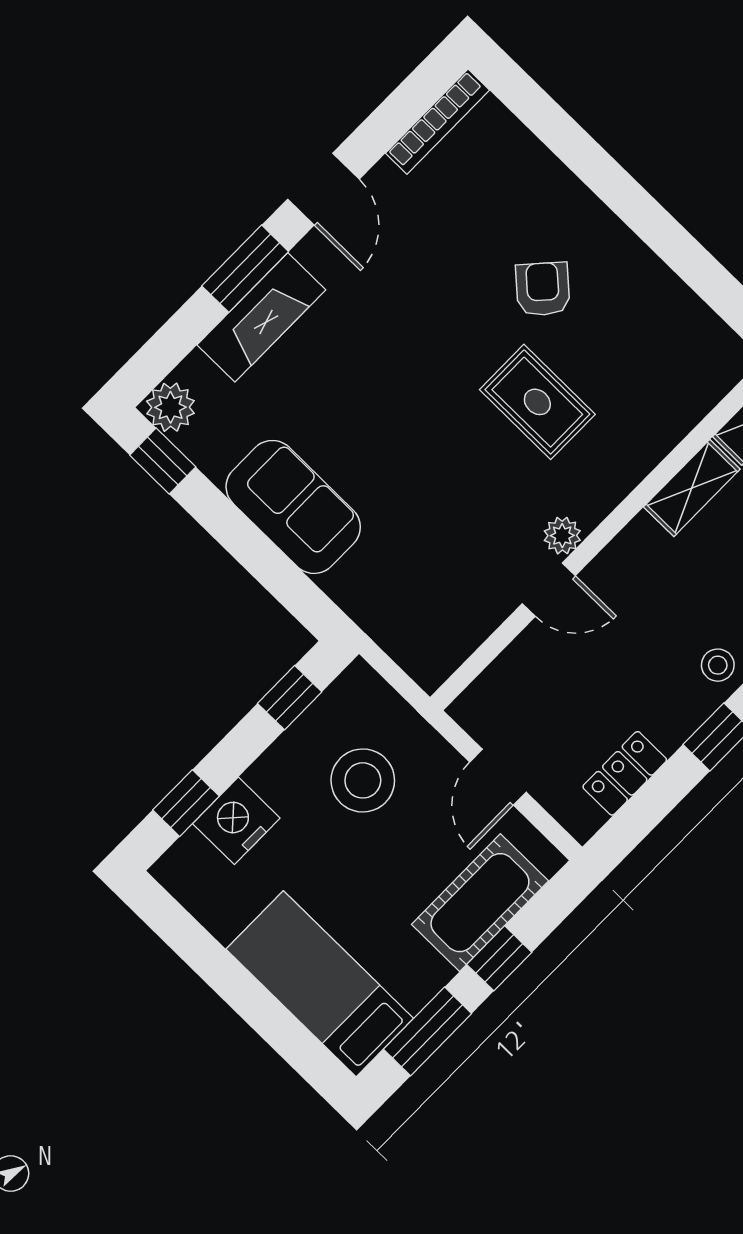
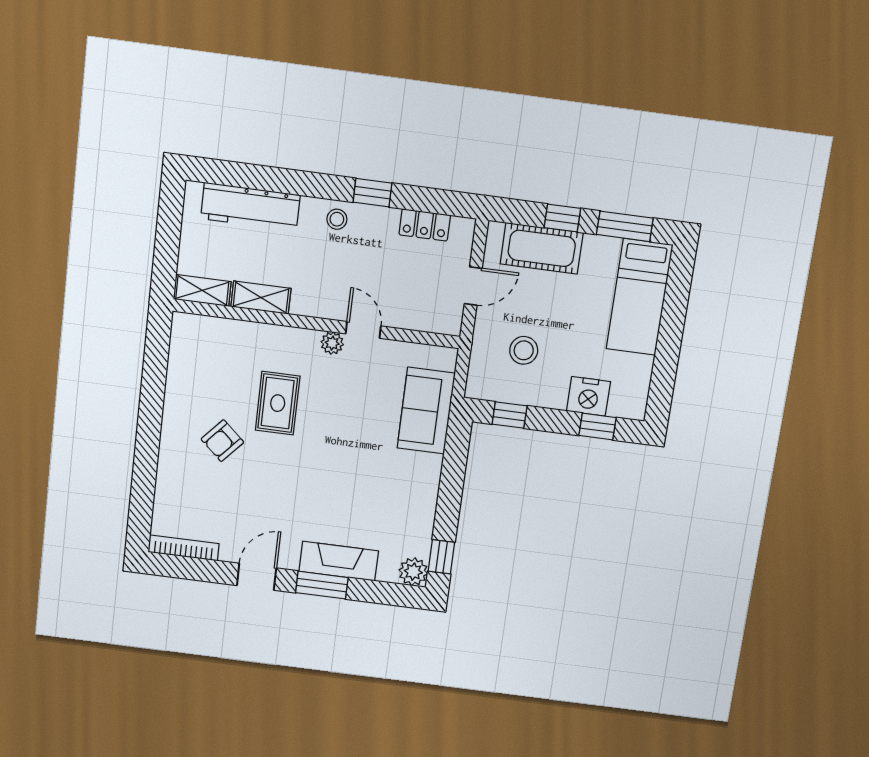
sofa: (293, 507) -> (426, 411), moved
stool: (363, 780) -> (524, 350), width x0.73, depth x0.73

